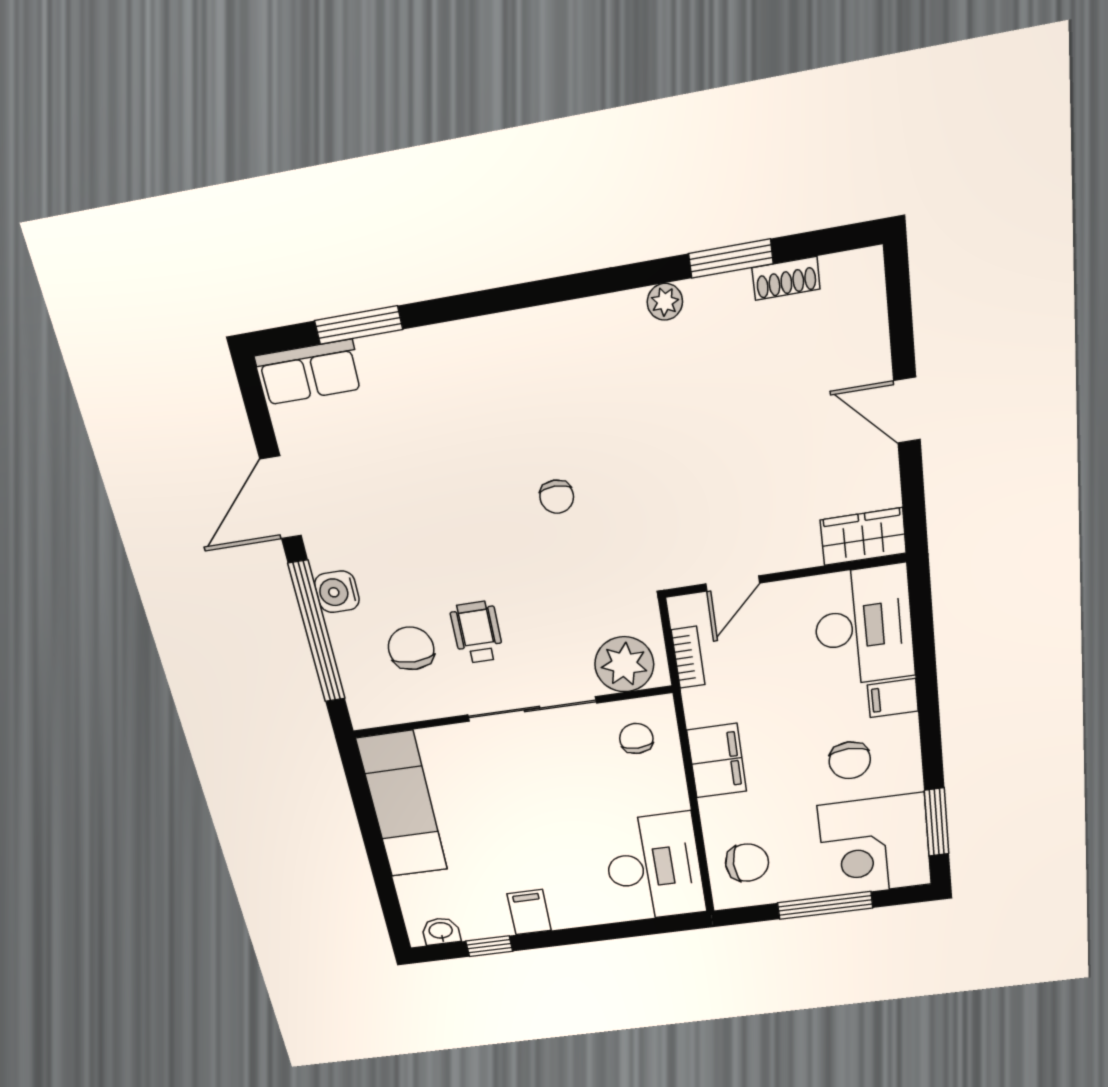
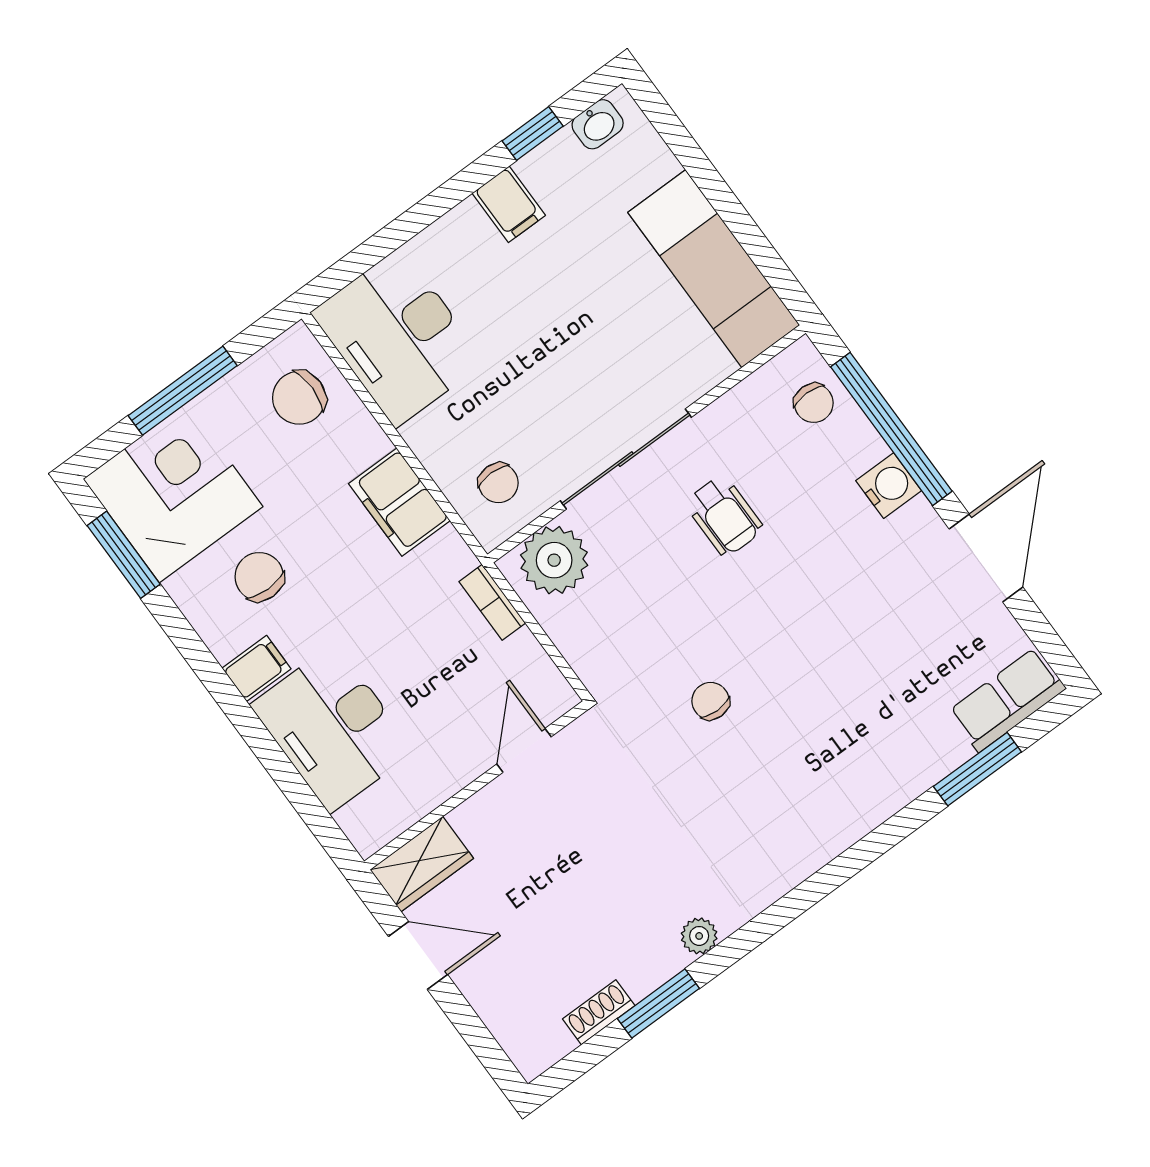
wardrobe: (863, 537) -> (422, 864), moved
wall: (785, 576) -> (476, 785), moved
door: (733, 584) -> (524, 750), moved
chair: (411, 648) -> (814, 403), moved, width x0.73, depth x0.73

